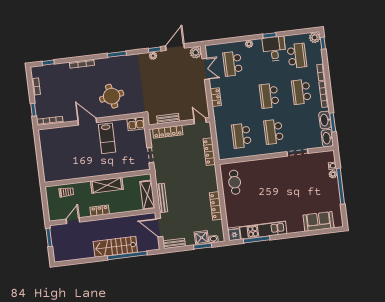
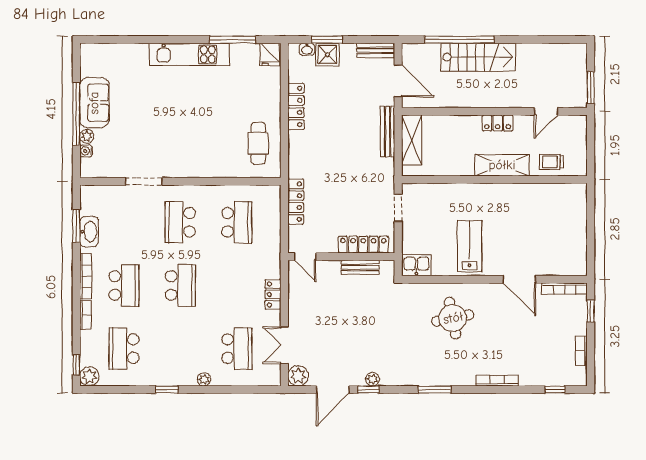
desk: (274, 49) -> (162, 366), removed
door: (87, 122) -> (519, 279), moved
school desk: (274, 132) -> (180, 222), turned 180
washbasin: (327, 138) -> (89, 200), removed
shelving: (107, 185) -> (502, 165), moved
sofa: (318, 221) -> (94, 103), moved, turned -90
kitchen unit: (263, 230) -> (189, 54), moved

